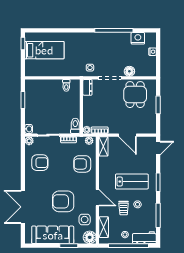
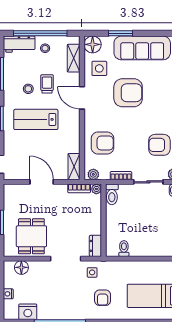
armchair: (82, 49) -> (103, 298), added
floor lamp: (129, 71) -> (21, 267), moved

